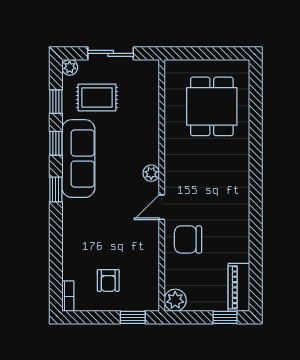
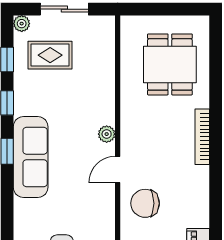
sofa: (78, 159) -> (31, 157), moved
bookcase: (243, 176) -> (202, 137), added

